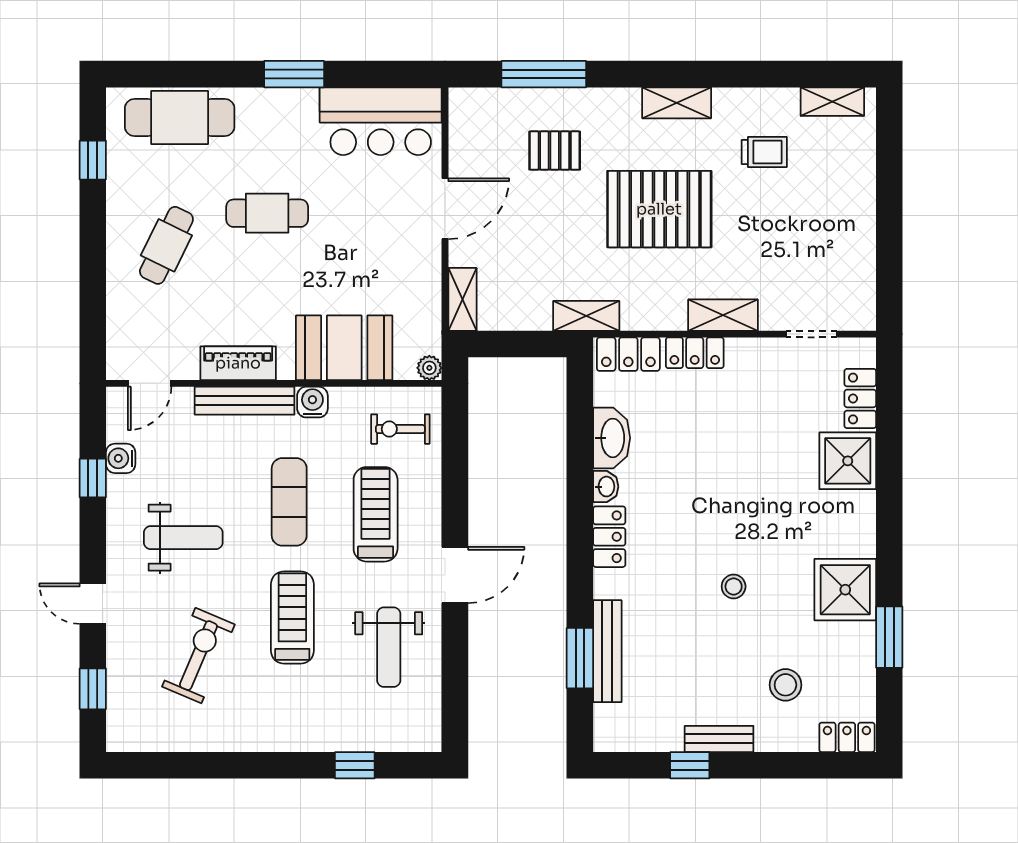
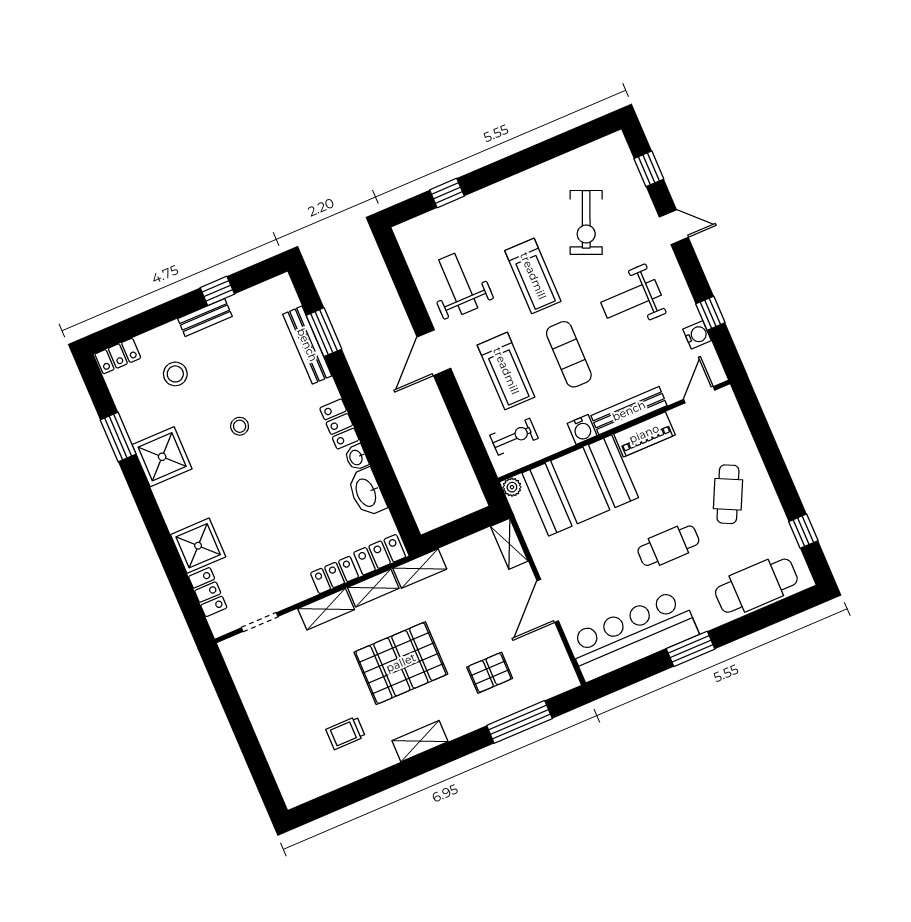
shelving: (832, 102) -> (373, 588), moved
bar counter: (381, 121) -> (633, 635), width x1.36
booth: (344, 348) -> (580, 485), width x1.36, depth x1.42

